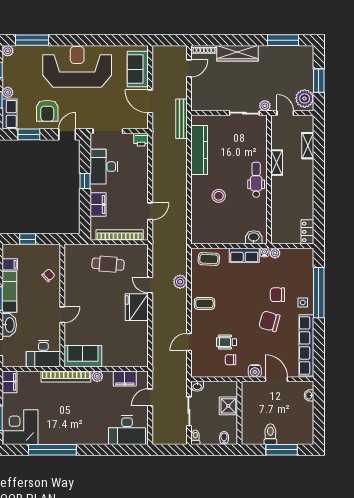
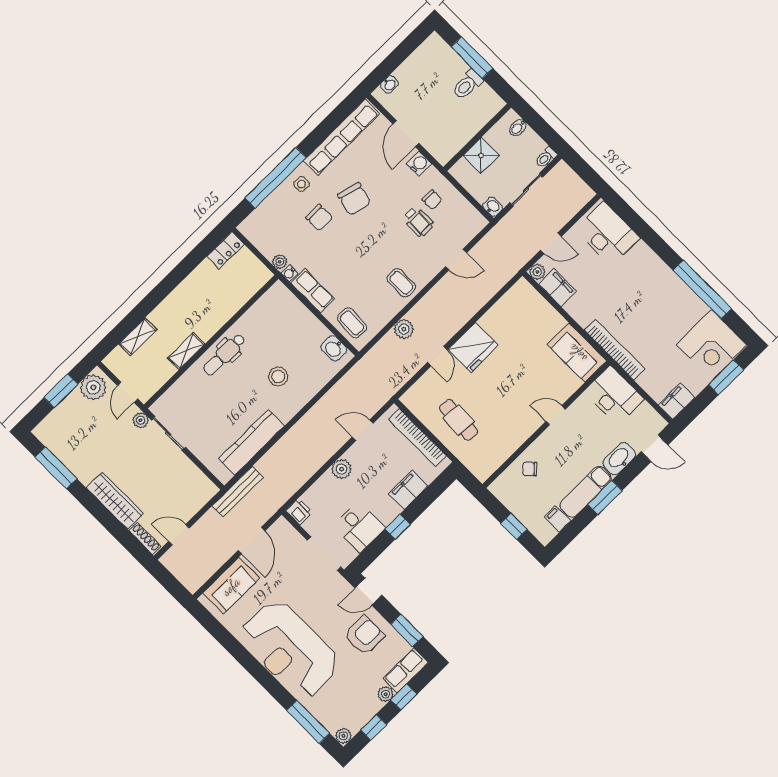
desk: (104, 167) -> (359, 527), width x0.73
plant: (141, 182) -> (342, 469), added
washbasin: (254, 237) -> (334, 348), moved
plant: (97, 376) -> (537, 272), moved

